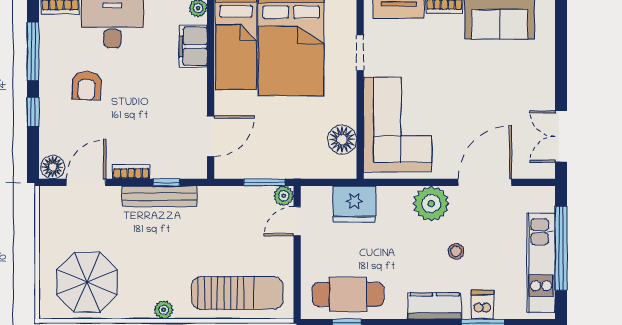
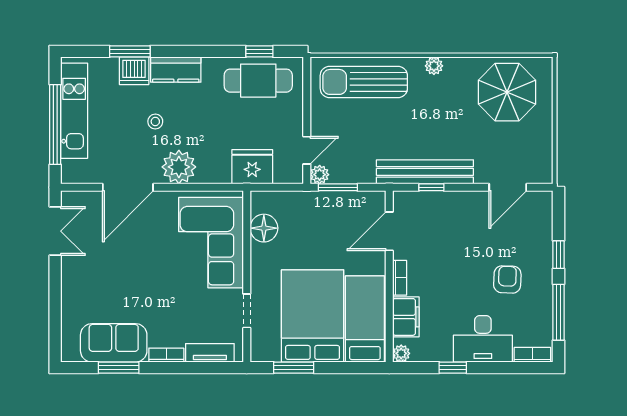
floor lamp: (53, 167) -> (540, 202), removed
bookcase: (131, 172) -> (400, 278), moved, turned -90
bench: (160, 196) -> (425, 172), width x1.37, depth x1.21
dishwasher: (483, 305) -> (134, 71), width x1.38

